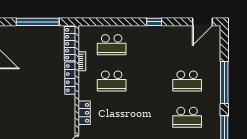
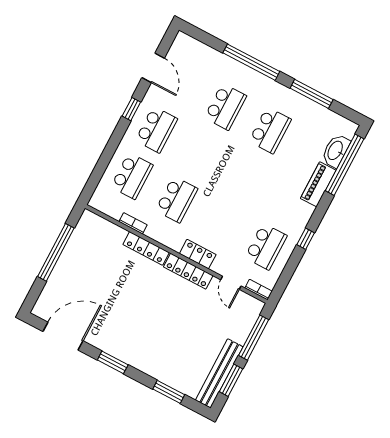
door: (202, 22) -> (153, 68), moved
locker: (70, 44) -> (188, 271), moved
school desk: (149, 45) -> (156, 130), added

